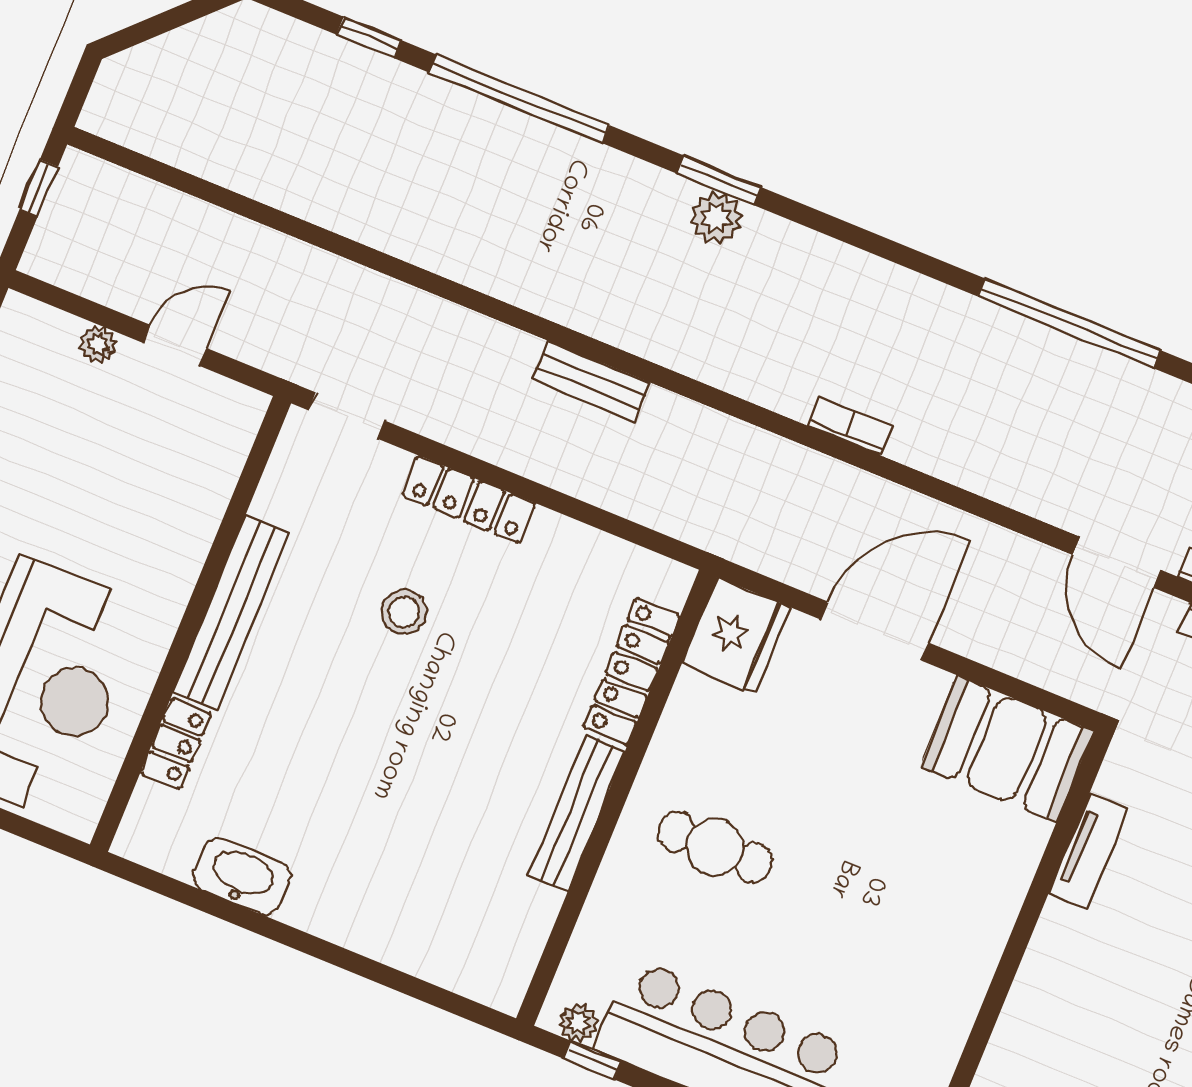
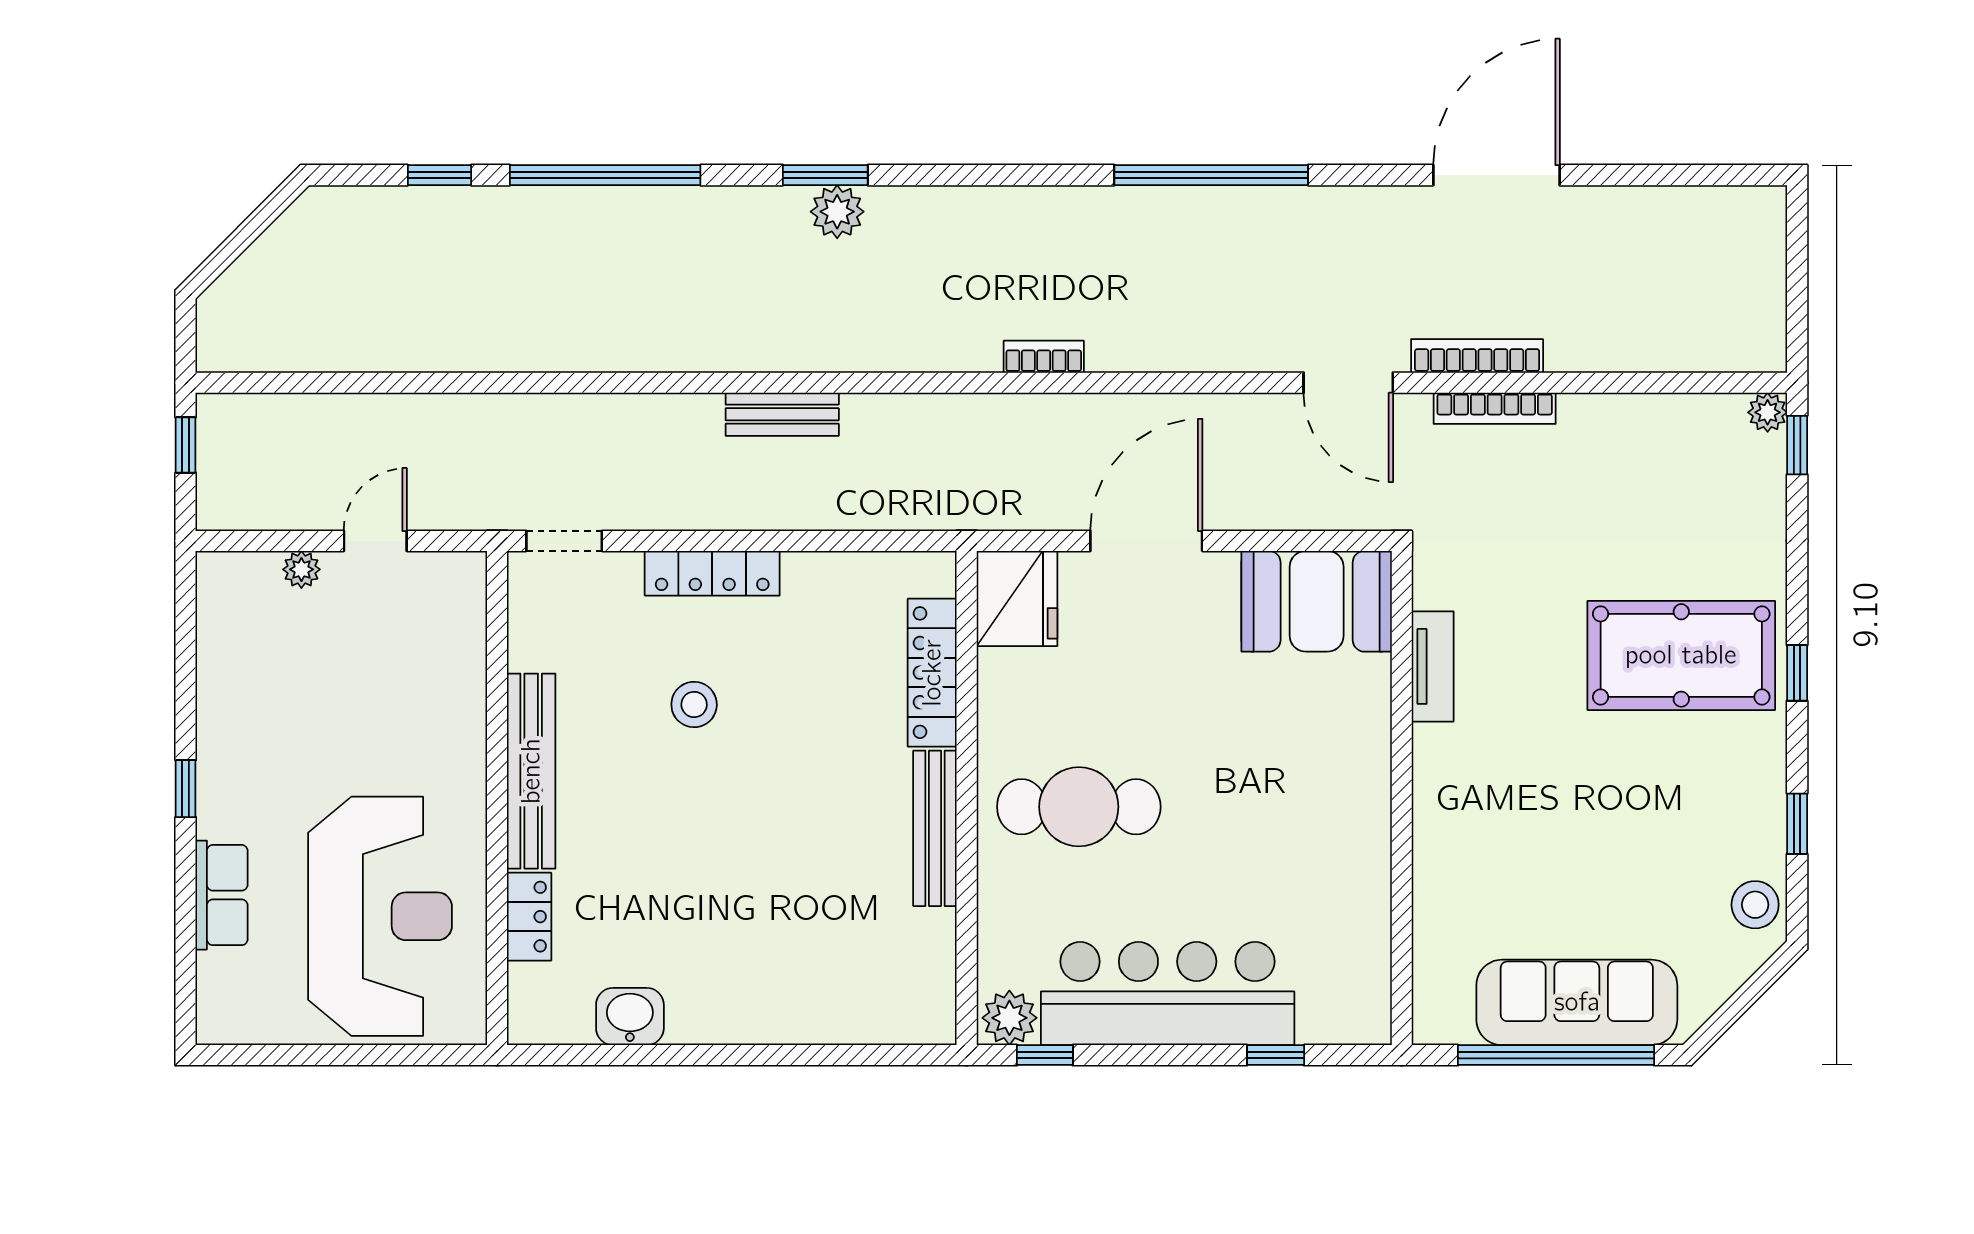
cafe table: (715, 847) -> (1079, 807), width x1.37, depth x1.35
washbasin: (242, 876) -> (630, 1017), width x0.72
plant: (578, 1023) -> (1009, 1018), width x1.38, depth x1.38

